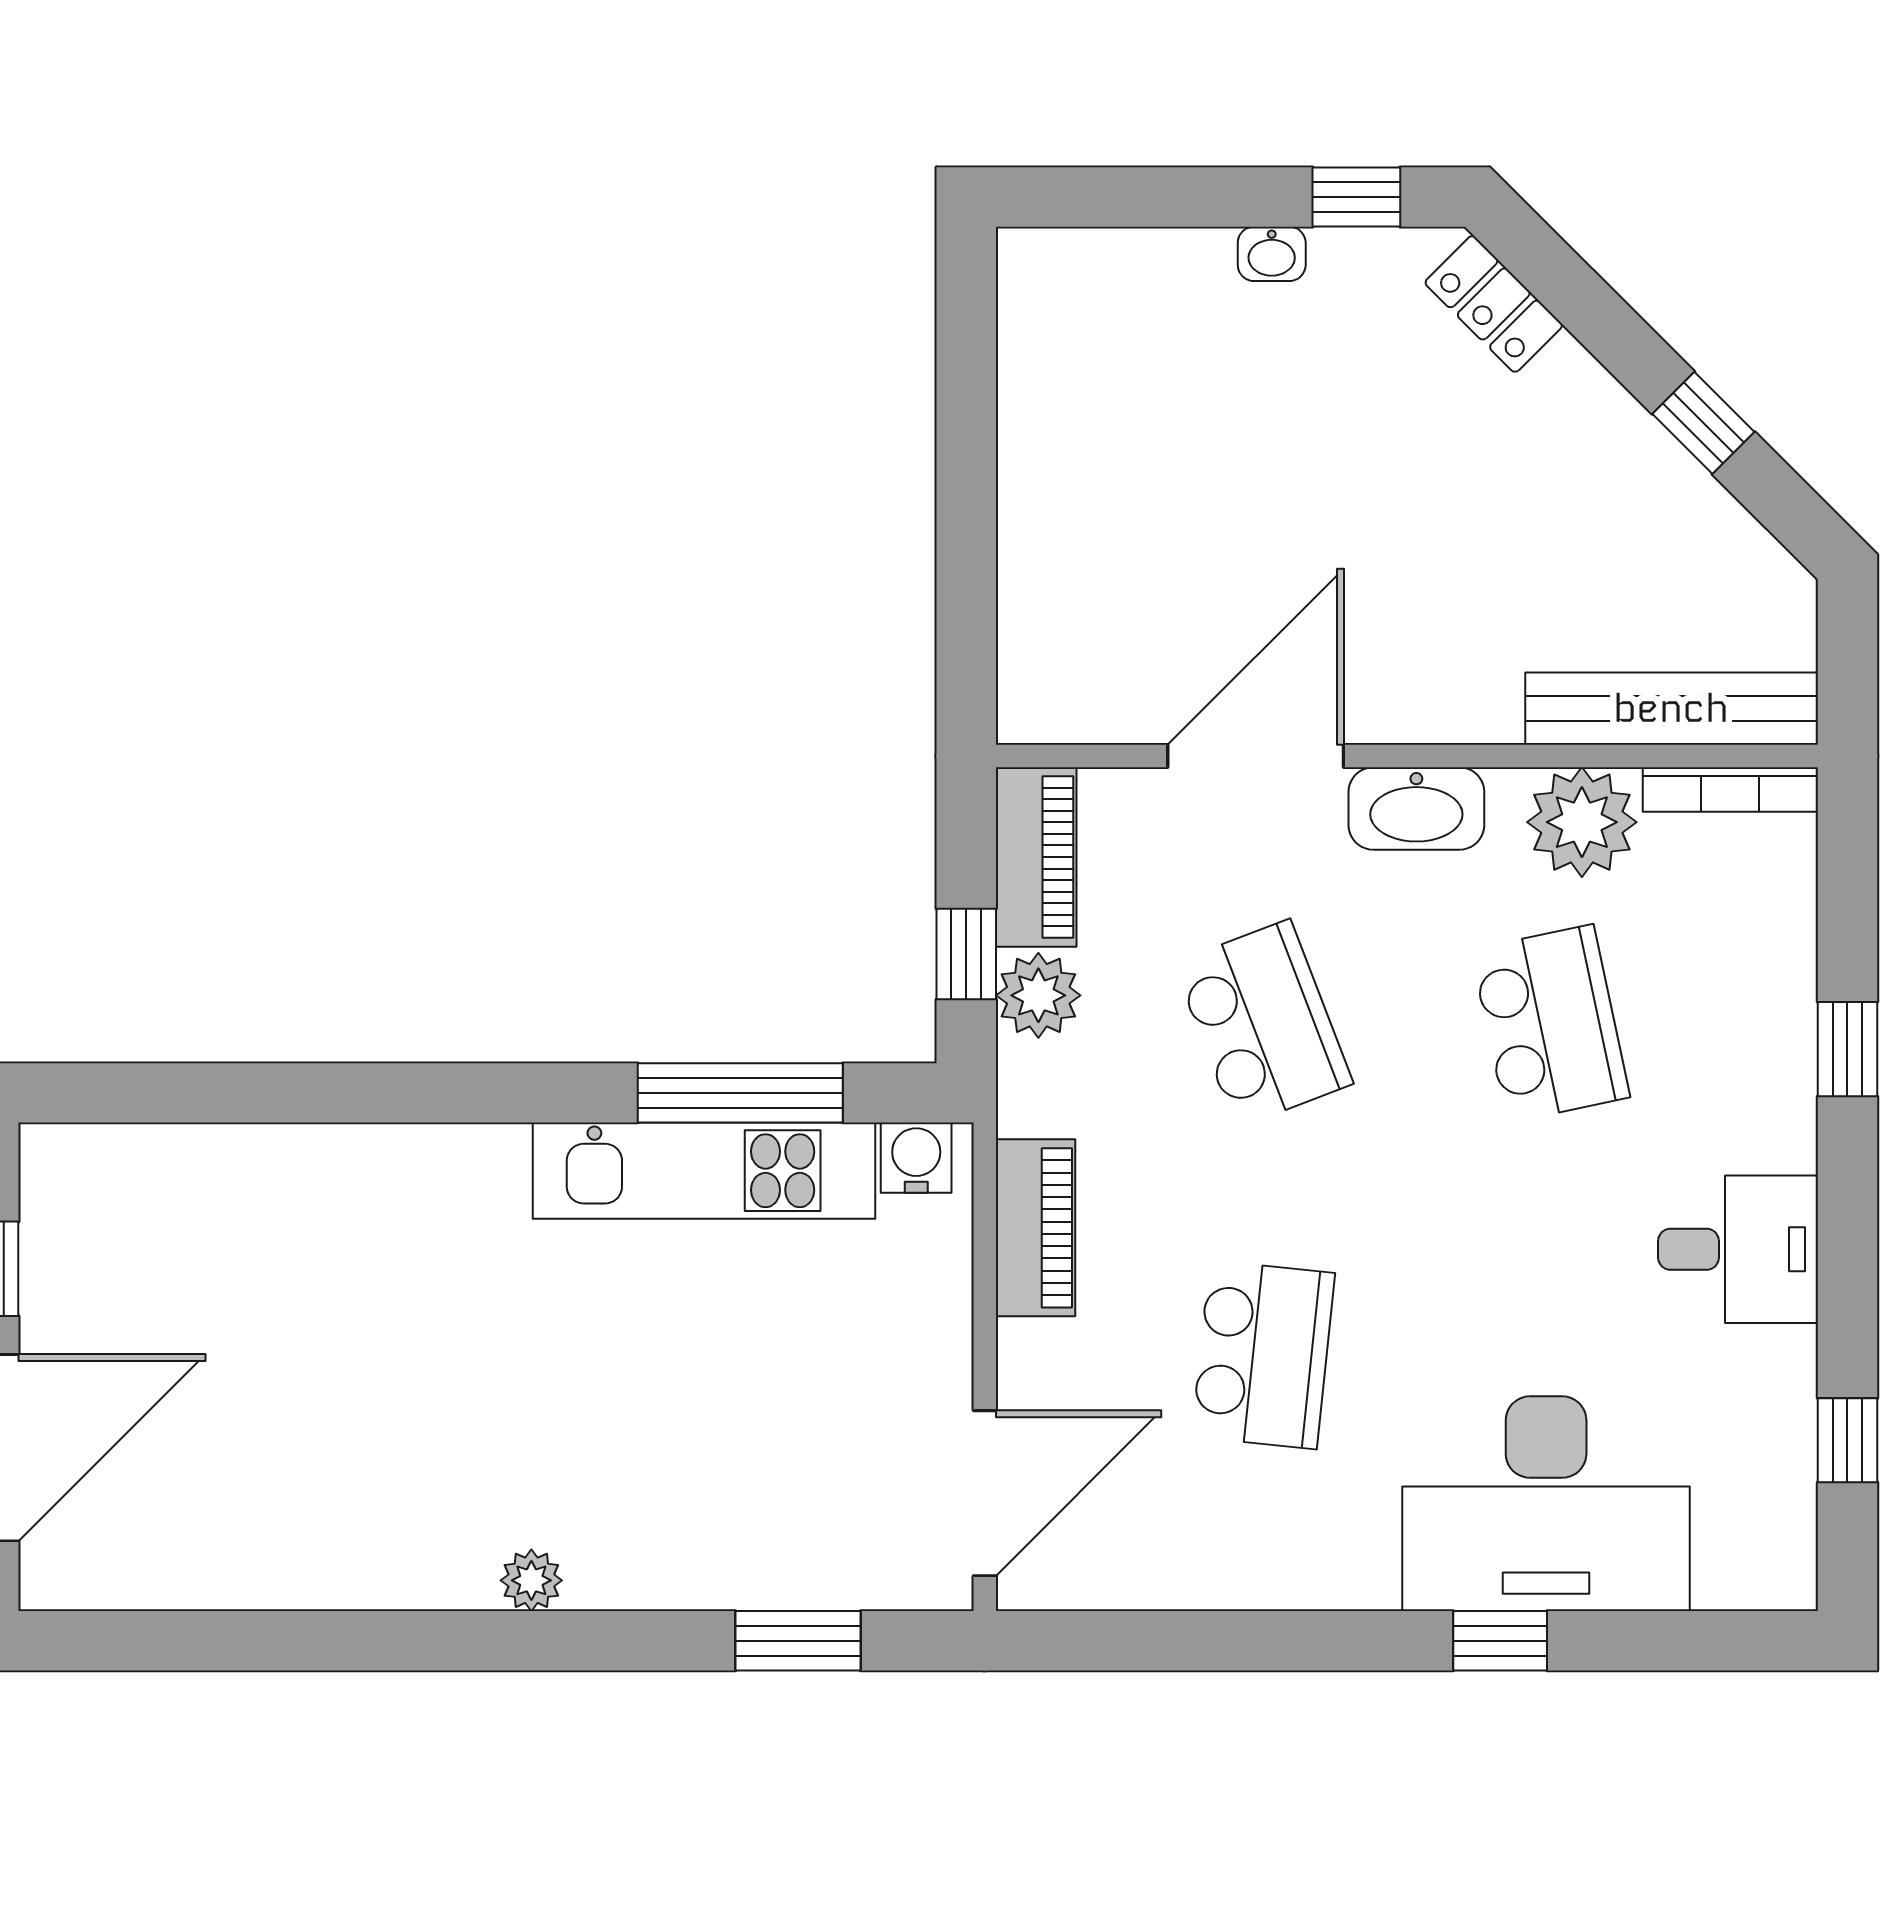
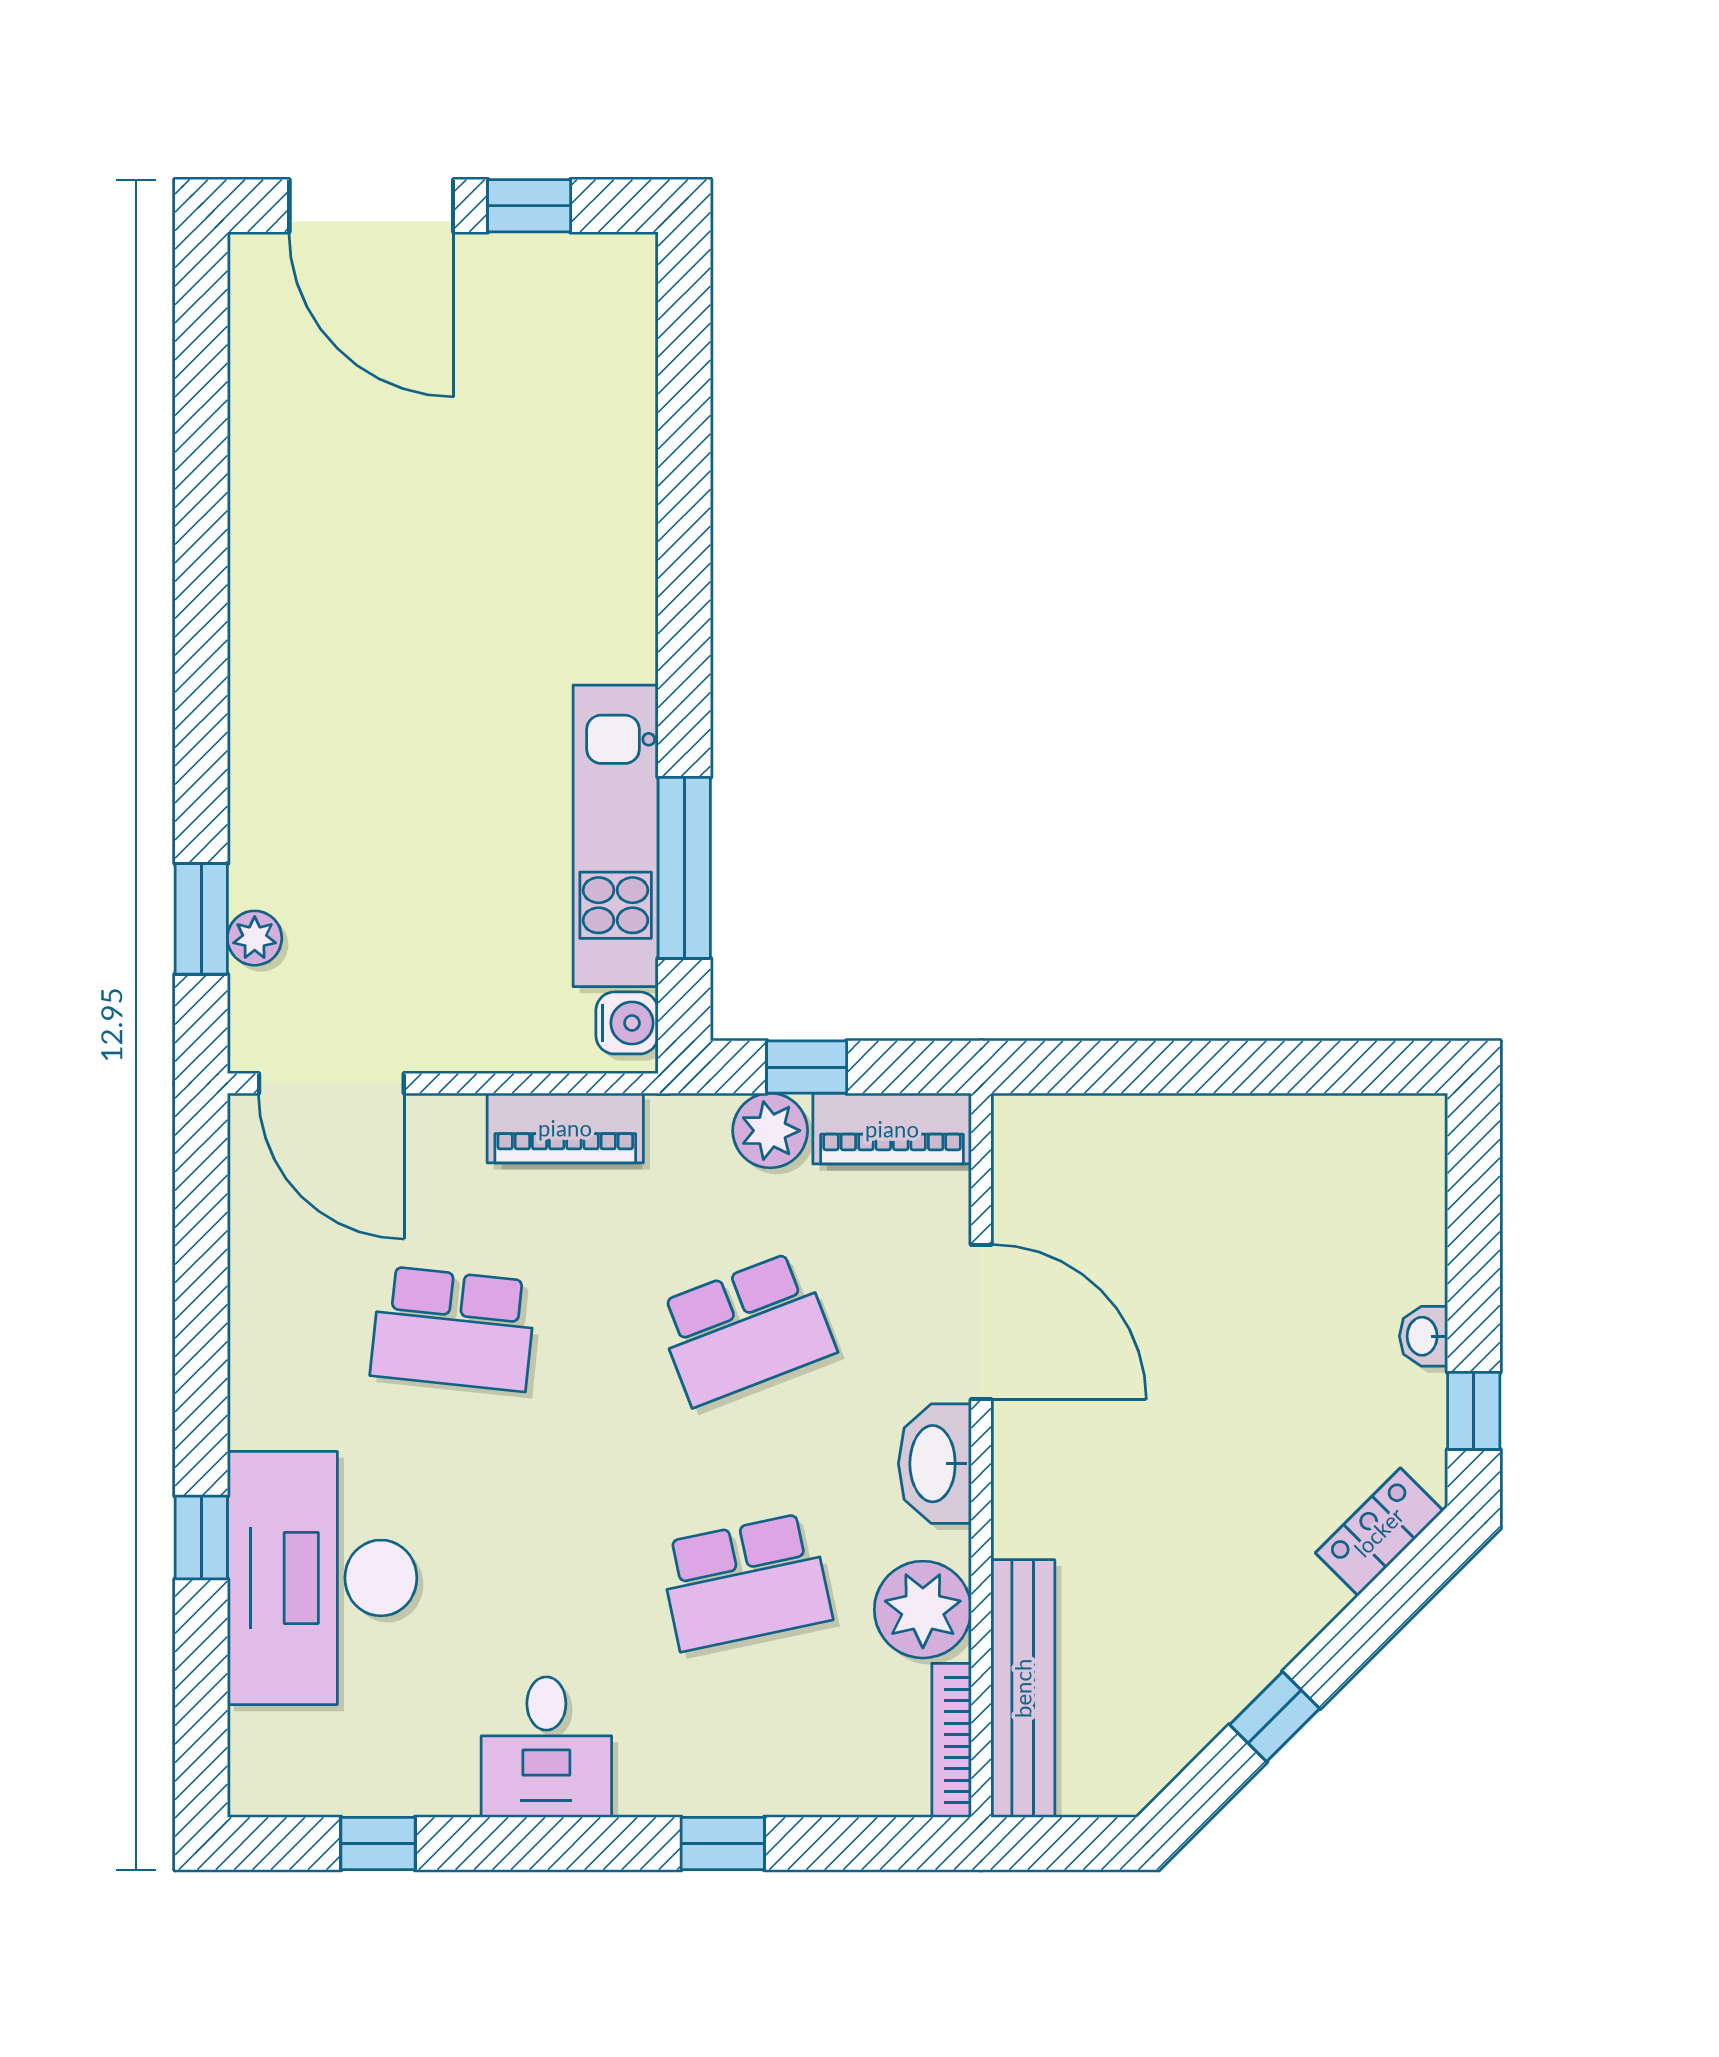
plant: (531, 1580) -> (255, 938), moved

